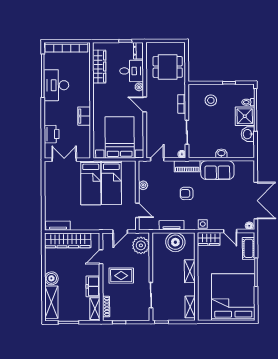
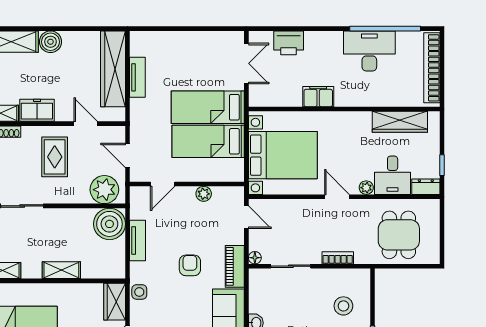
door: (145, 104) -> (337, 197), hinge flipped
tv unit: (58, 226) -> (137, 77), moved
boiler: (175, 242) -> (109, 224), moved

